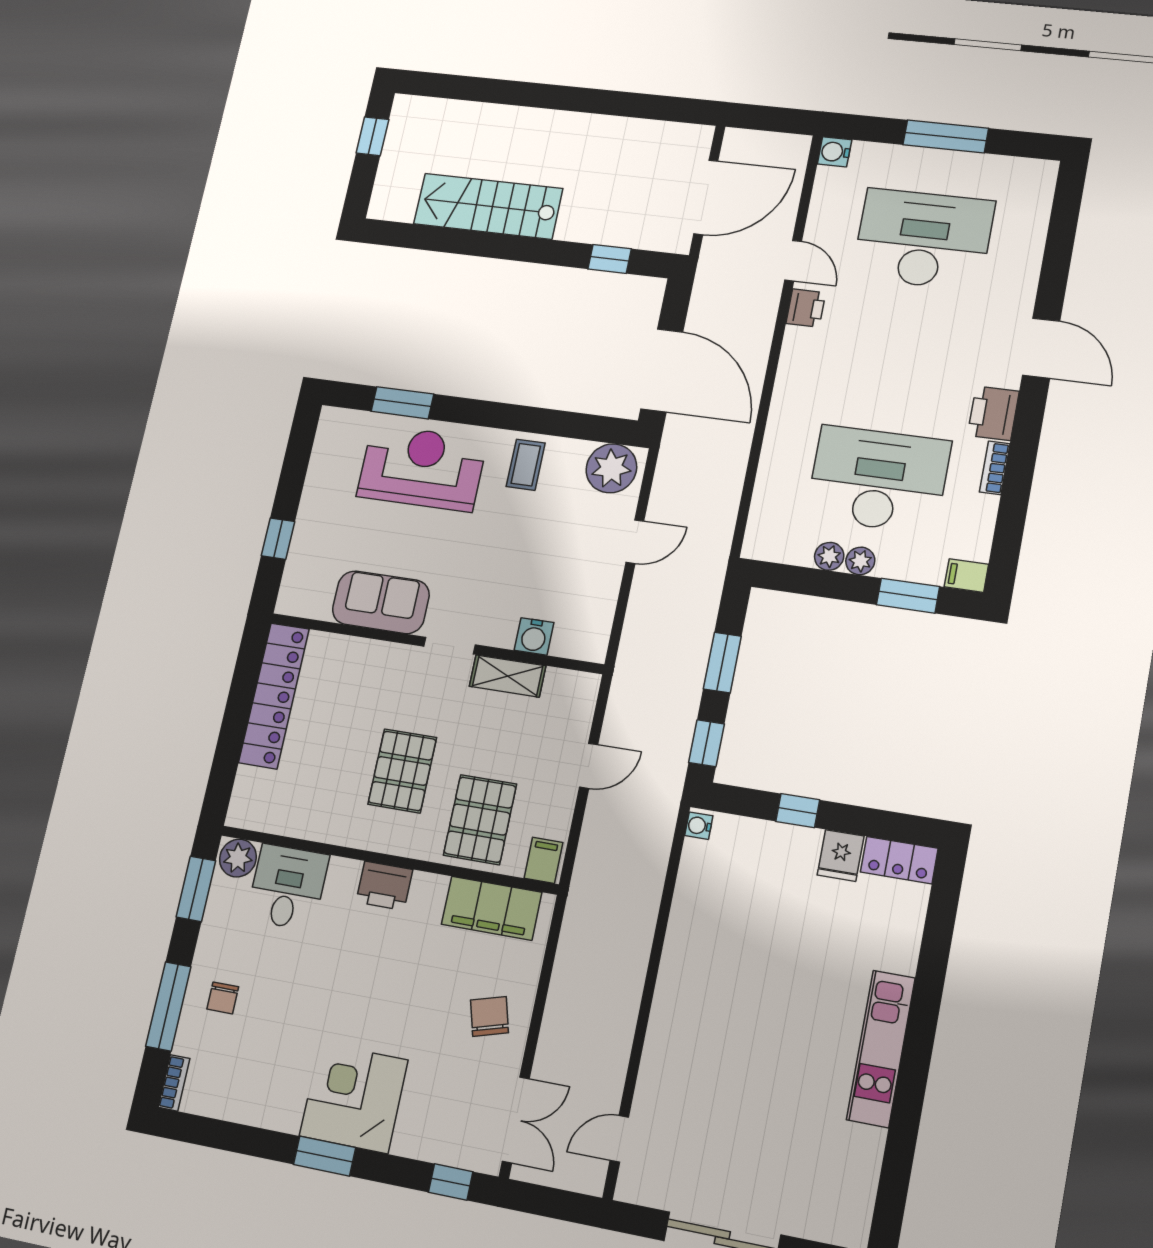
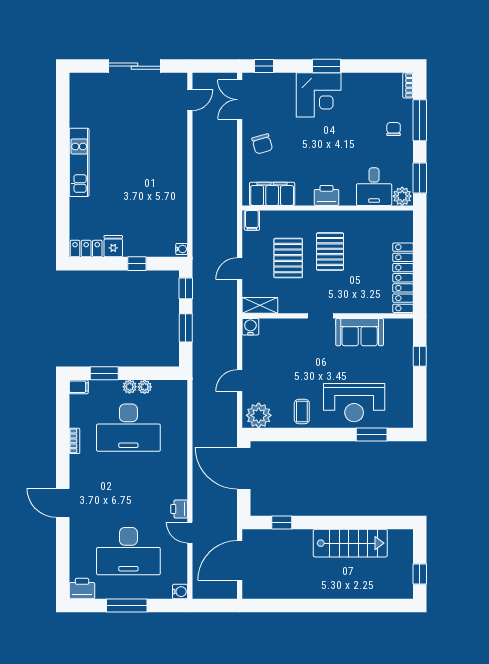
printer: (993, 413) -> (82, 589), moved, turned -90
water cooler: (534, 636) -> (250, 327), moved
shelving: (508, 676) -> (260, 305), moved
pallet: (480, 820) -> (288, 258), moved

